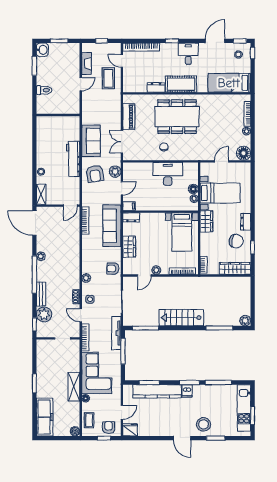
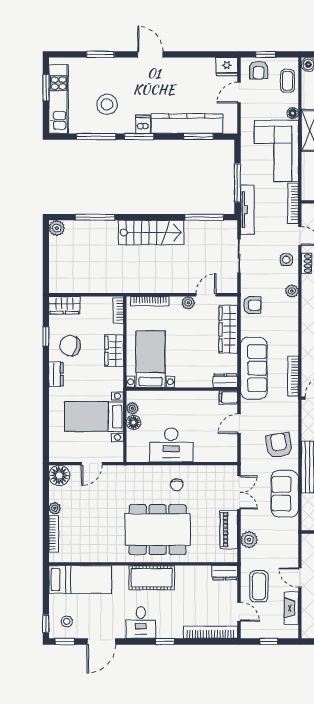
door: (81, 84) -> (300, 578), hinge flipped
dresser: (156, 87) -> (225, 573), moved
plant: (115, 172) -> (249, 540), moved
wardrobe: (206, 221) -> (114, 351), moved
wardrobe: (129, 247) -> (228, 329), width x1.50
wardrobe: (235, 268) -> (64, 305), width x0.67
stool: (204, 424) -> (107, 104), moved

